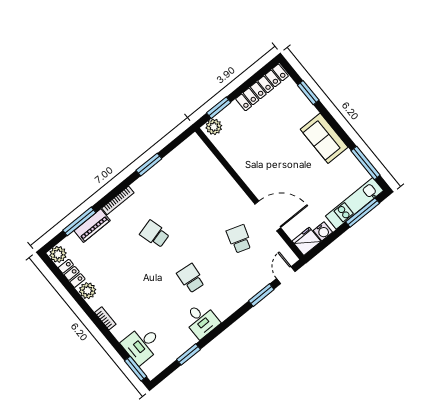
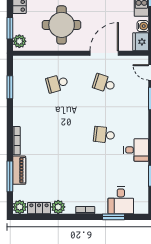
round table: (262, 154) -> (62, 25), added
window: (149, 165) -> (10, 87), moved
school desk: (155, 234) -> (57, 83), moved
window: (136, 369) -> (114, 217), moved

